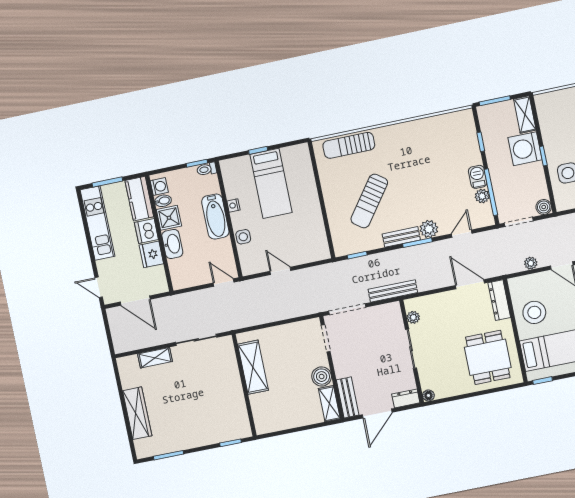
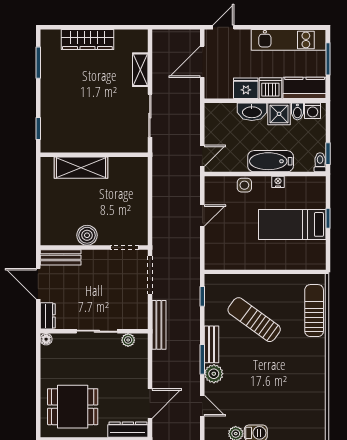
shelving: (253, 367) -> (81, 168), moved
shelving: (329, 404) -> (58, 237), removed

